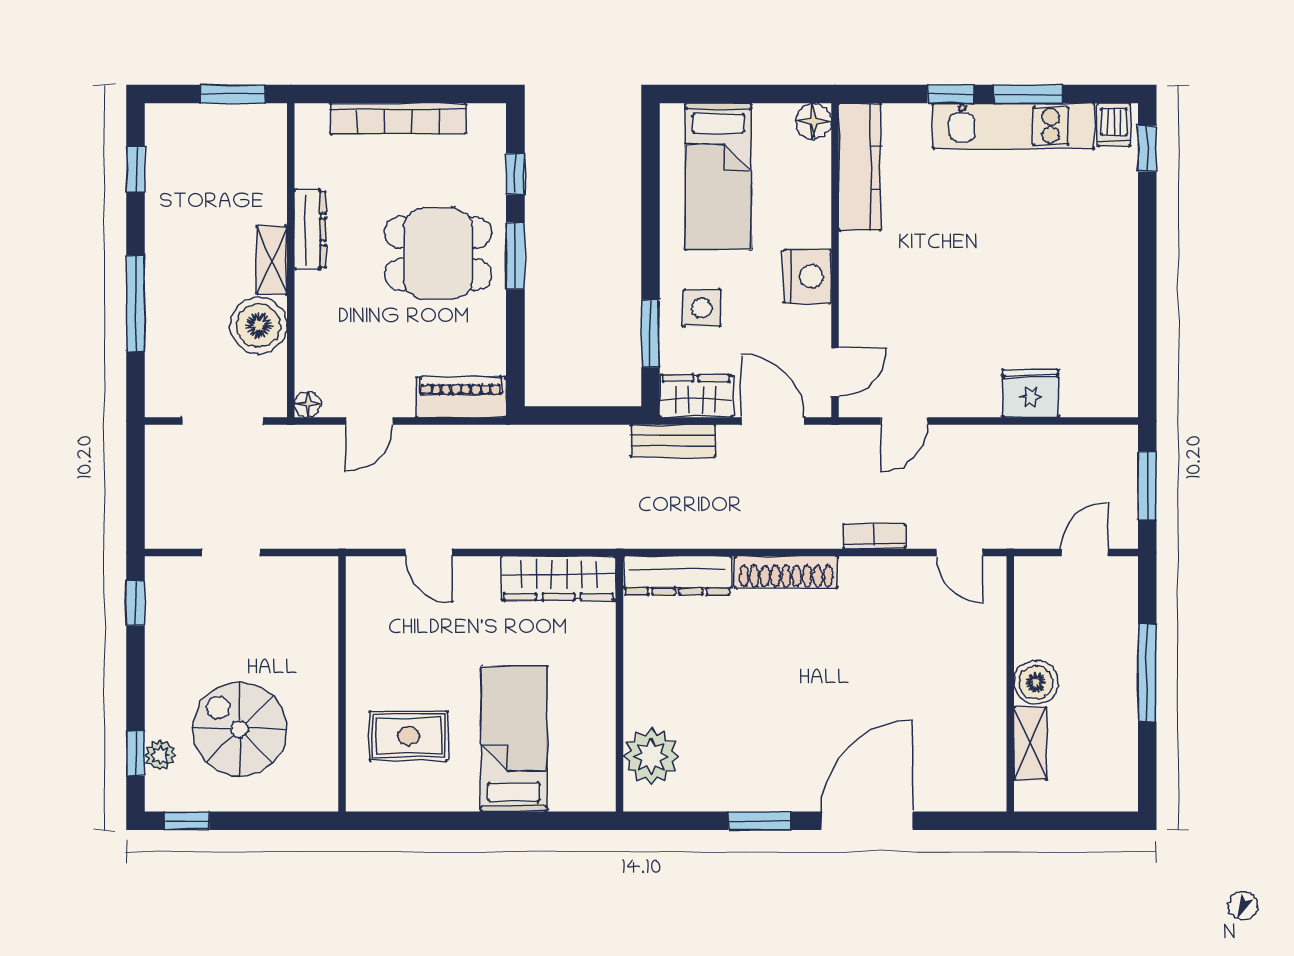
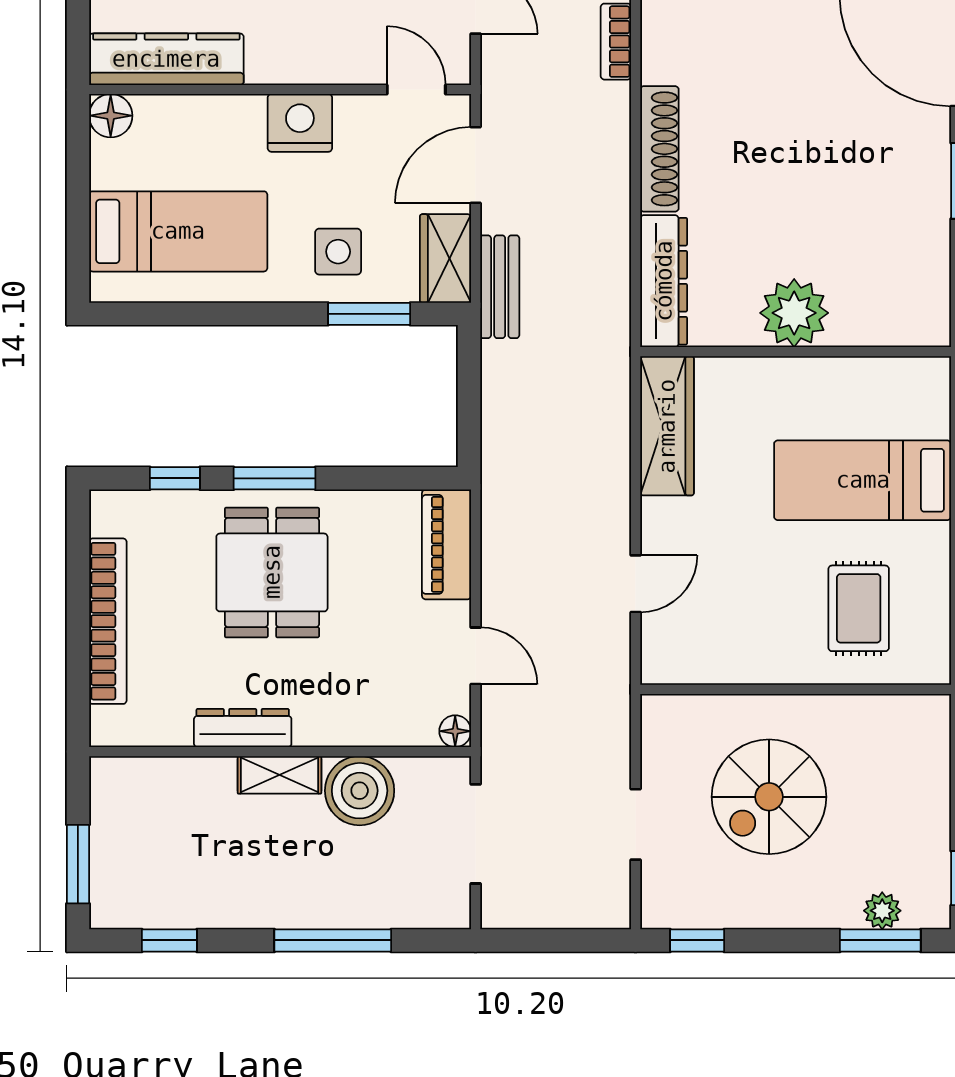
window: (233, 94) -> (78, 864), moved
spiral stairs: (240, 729) -> (769, 797), moved
window: (136, 753) -> (880, 940), width x1.50
plant: (651, 756) -> (794, 313), moved

